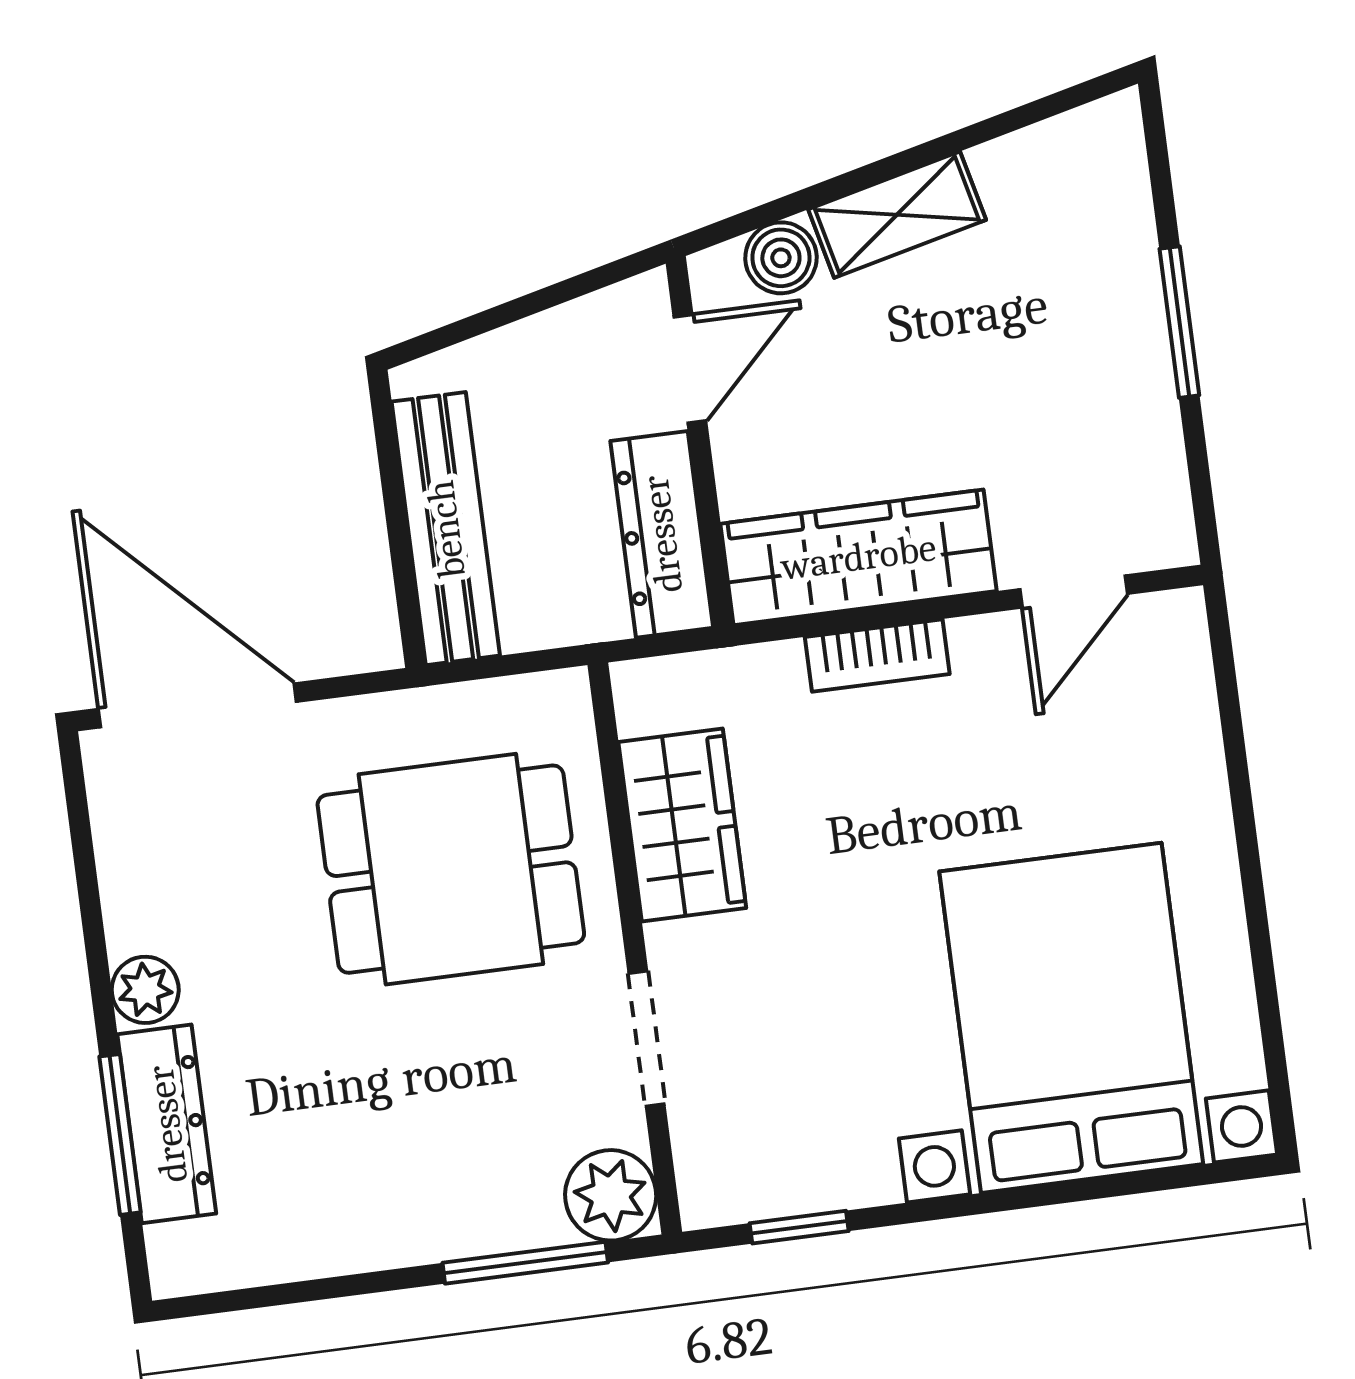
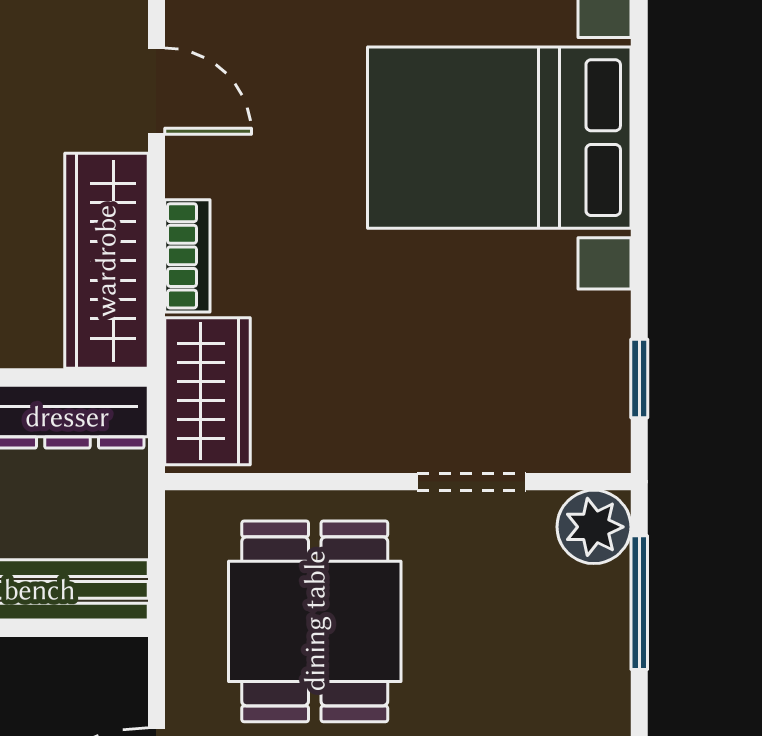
wardrobe: (682, 825) -> (208, 391), moved, turned 90

